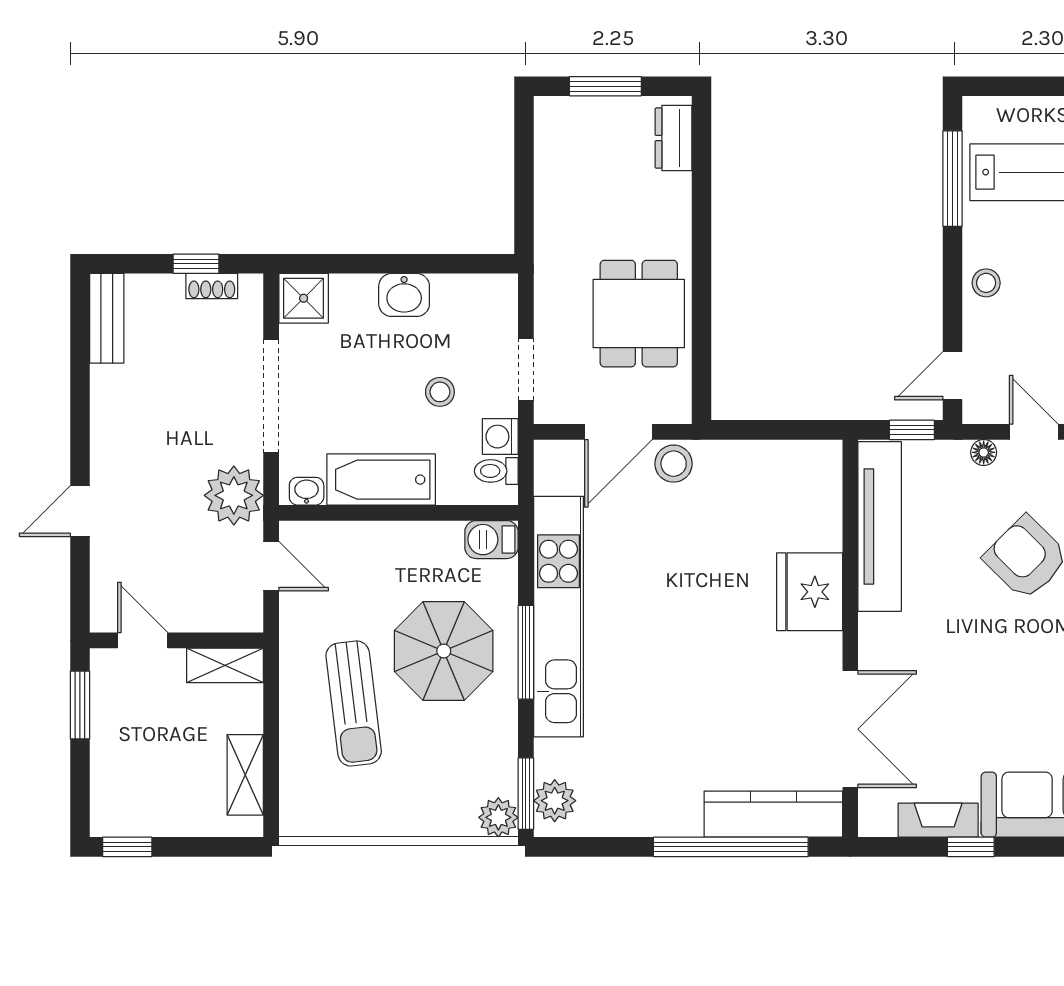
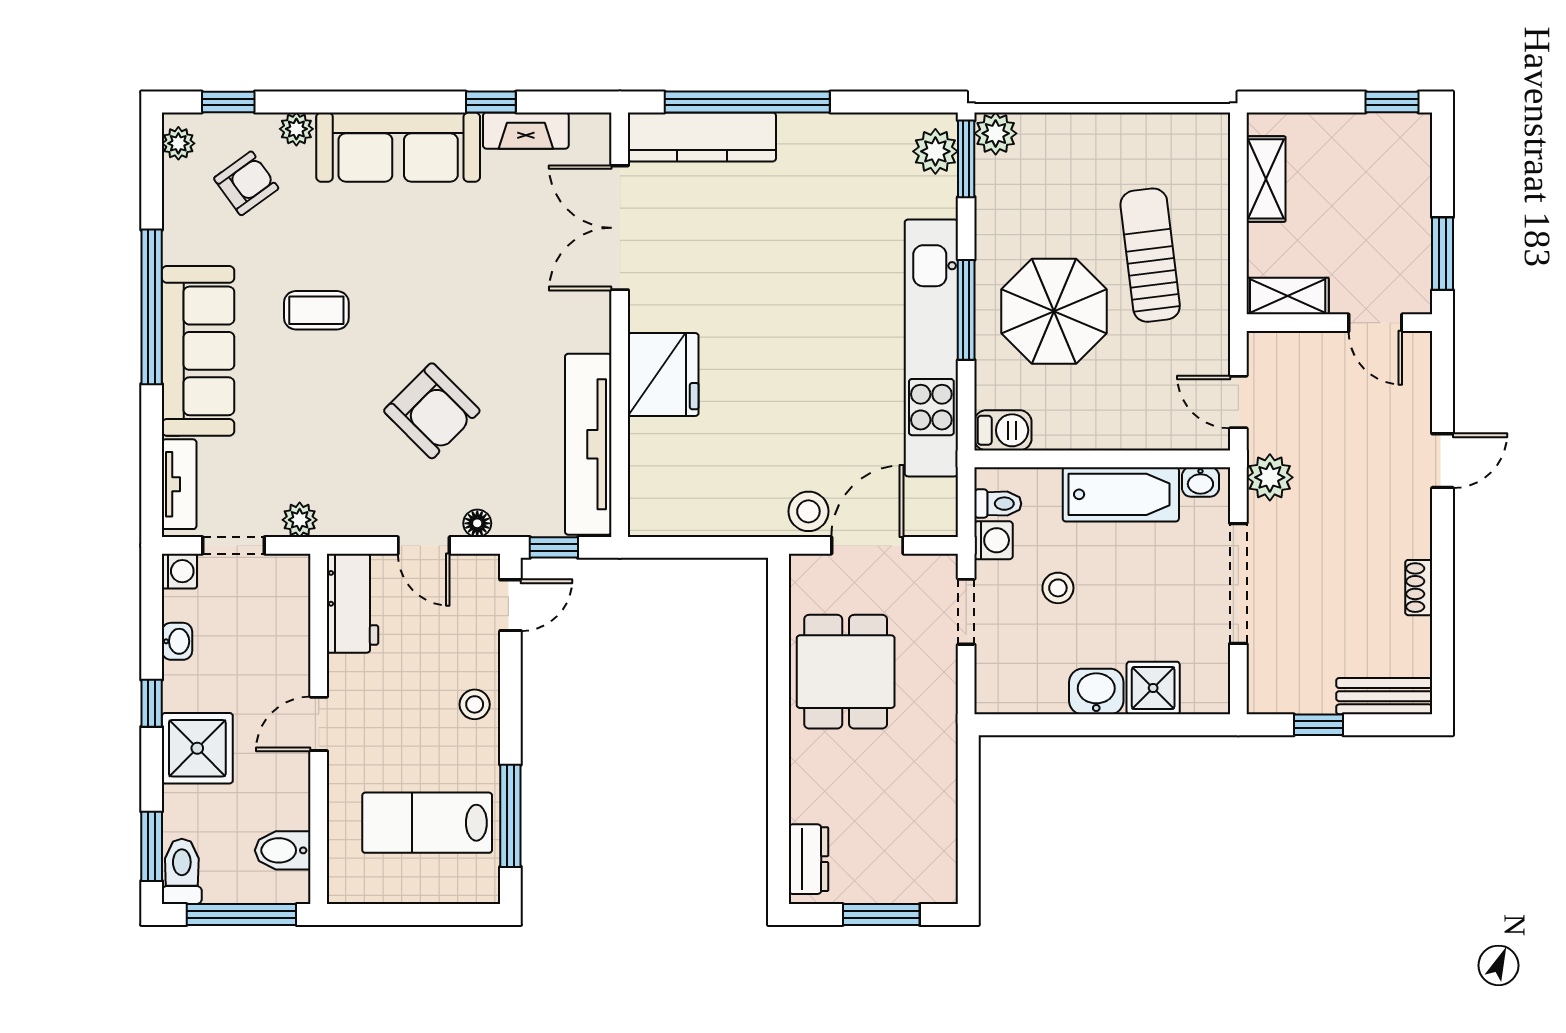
shoe rack: (212, 286) -> (1419, 588), moved, turned -90
shower: (304, 298) -> (1153, 688), moved
bench: (107, 318) -> (1384, 696), moved, turned 90
plant: (234, 495) -> (1270, 477), width x0.73, depth x0.73

